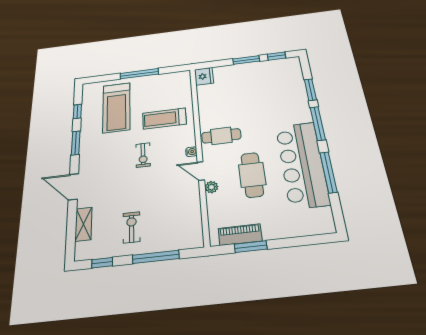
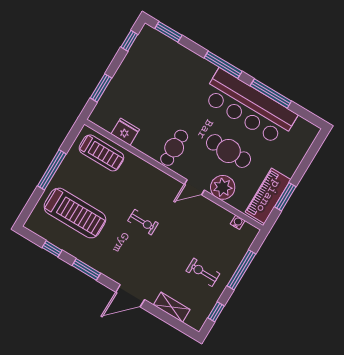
window: (246, 60) -> (101, 88), moved
fridge: (204, 76) -> (125, 132), moved
window: (310, 90) -> (168, 32), moved
treadmill: (164, 119) -> (101, 153), moved, turned -90
water cooler: (191, 152) -> (238, 222), moved
plant: (211, 187) -> (223, 187), width x1.88, depth x1.88
piano: (240, 235) -> (268, 196), width x1.37, depth x1.33

